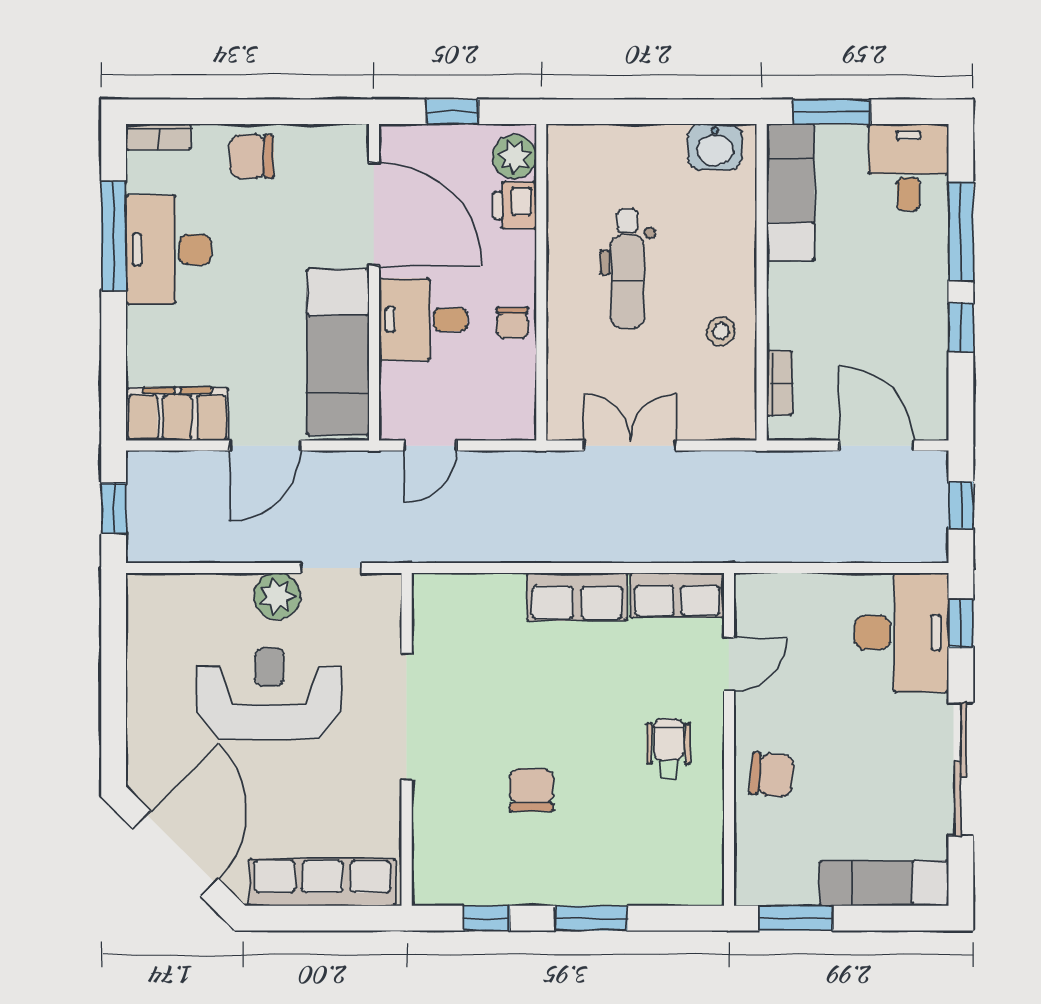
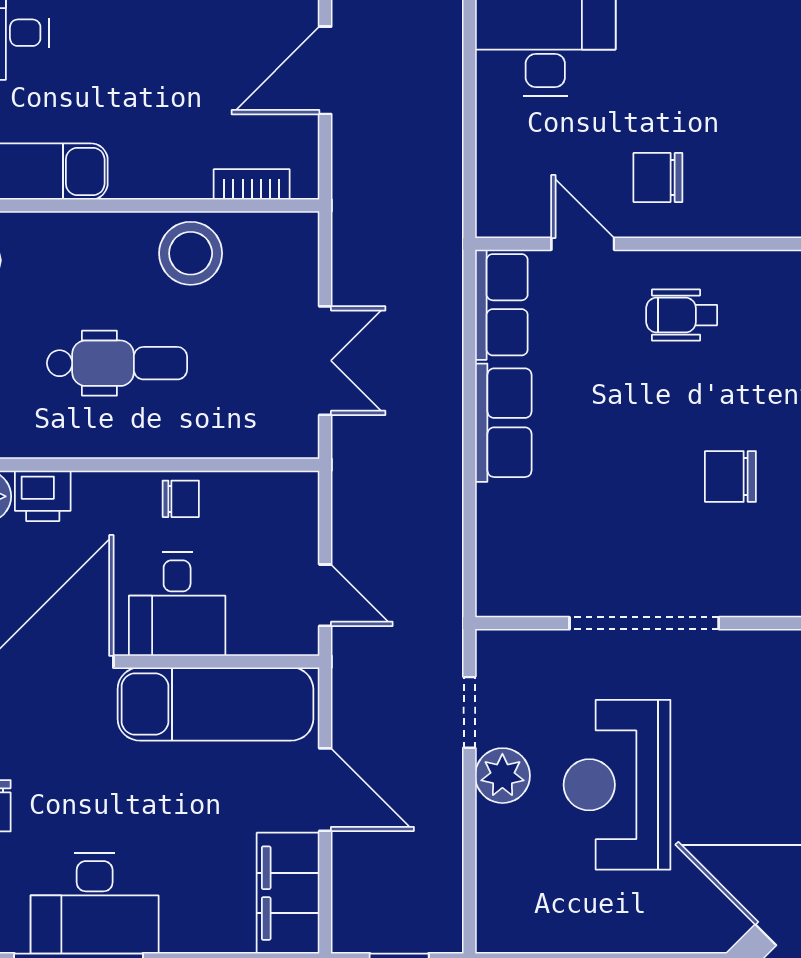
stool: (721, 331) -> (191, 253), width x1.89, depth x1.89
double door: (630, 446) -> (325, 361), swing flipped
chair: (772, 775) -> (658, 178), moved, turned -95

